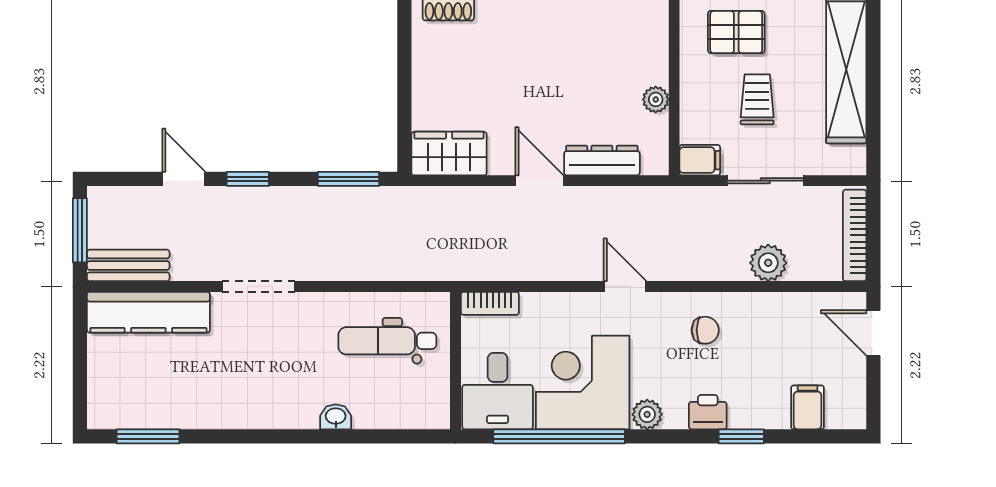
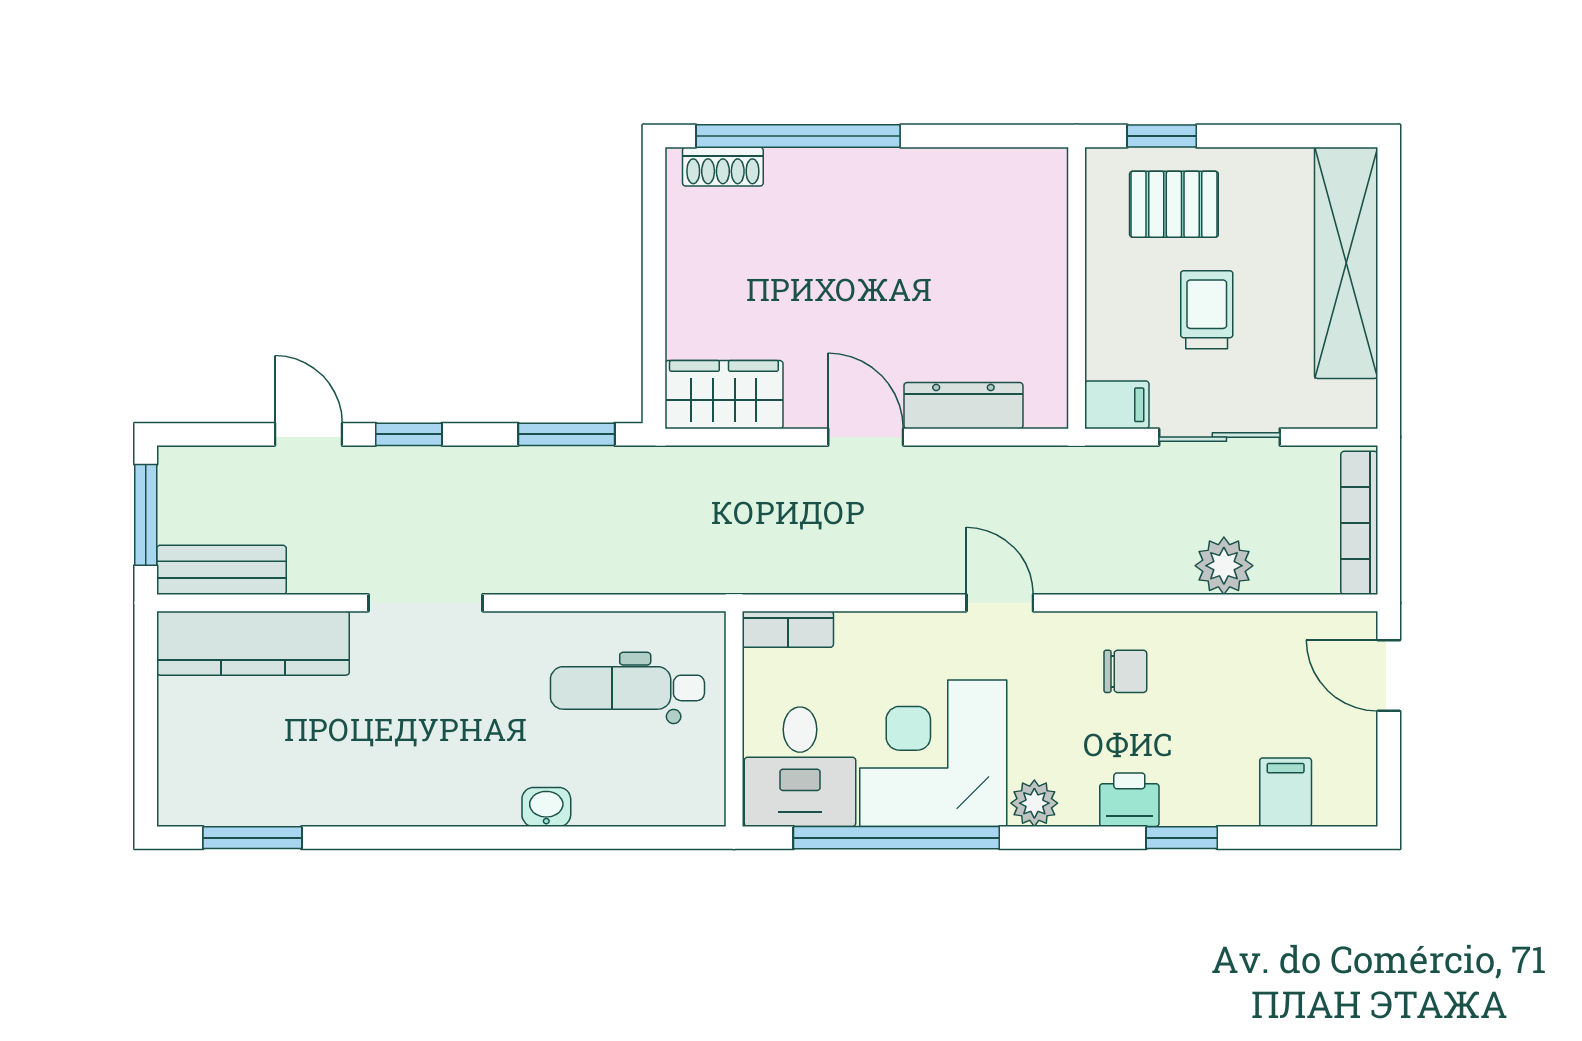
plant: (656, 99) -> (1048, 310), removed

